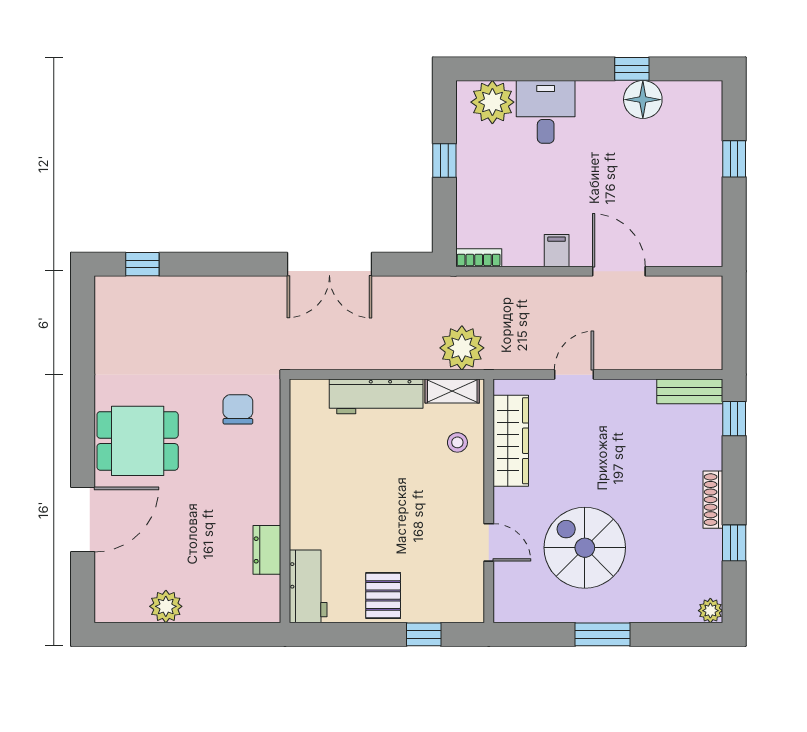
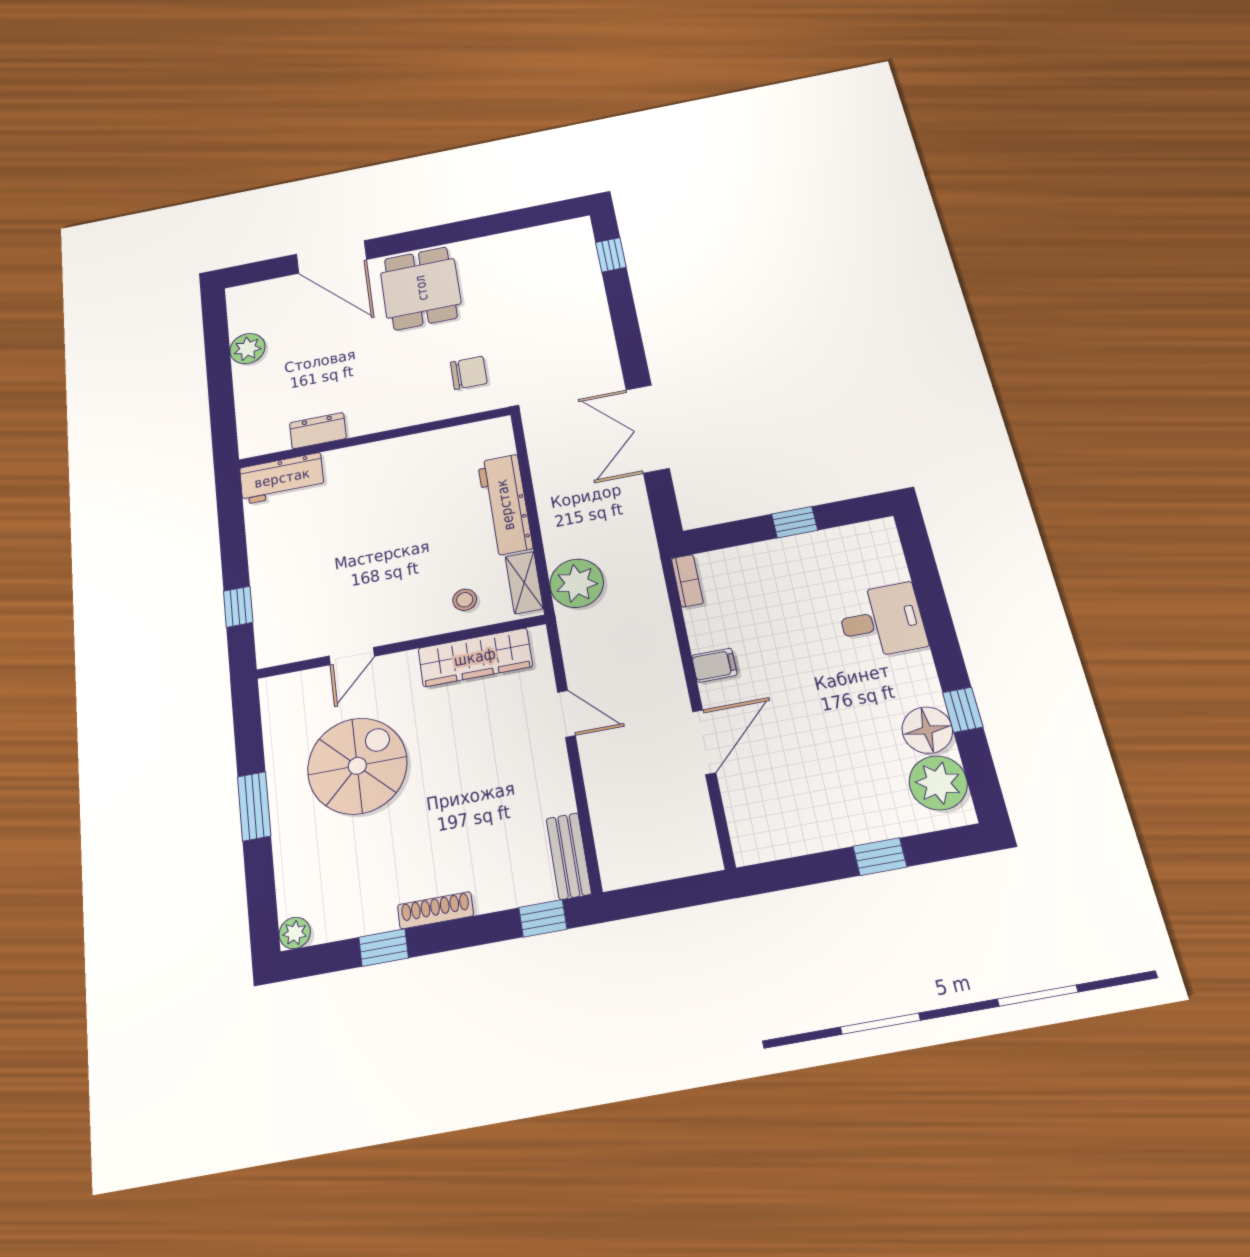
plant: (492, 102) -> (938, 783), moved
pallet: (383, 596) -> (279, 556), removed

